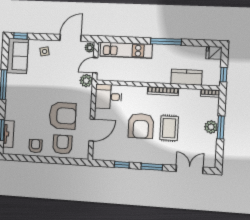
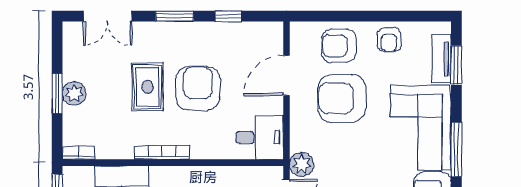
corner sofa: (21, 97) -> (421, 128), added
armchair: (63, 144) -> (339, 46), turned 90

